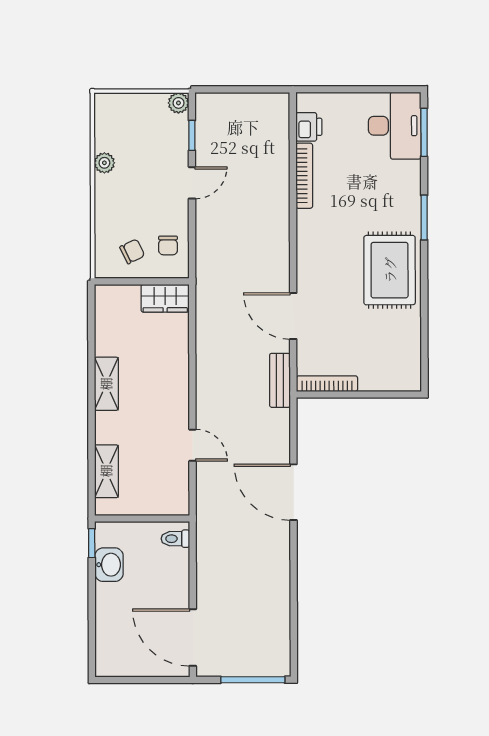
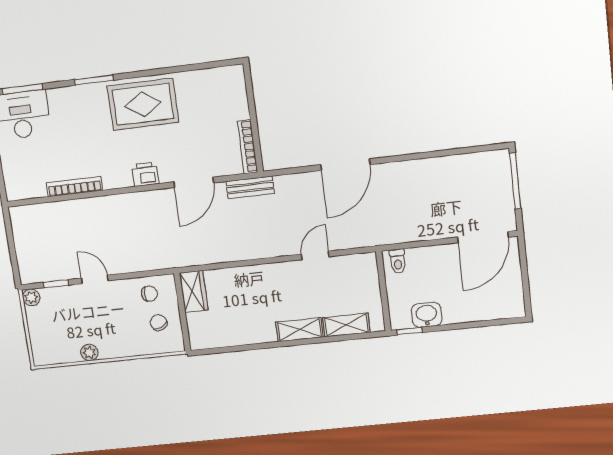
printer: (309, 127) -> (145, 174), moved
shelving: (106, 384) -> (300, 330), moved

